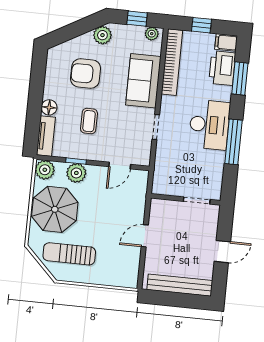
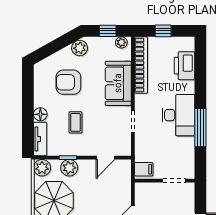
filing cabinet: (226, 42) -> (144, 169), moved, turned 180
window: (240, 79) -> (200, 73), removed

